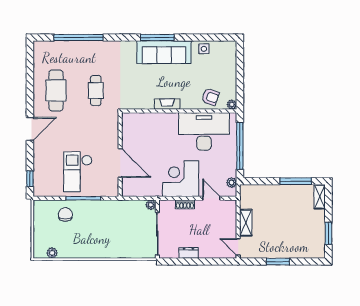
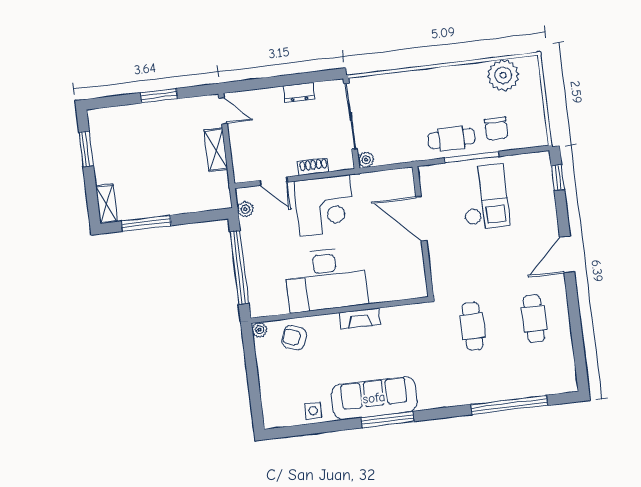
cafe table: (56, 90) -> (534, 319), width x0.73, depth x0.74
desk: (204, 131) -> (326, 280), moved
cafe table: (95, 212) -> (451, 138), added
plant: (52, 253) -> (503, 75), width x1.88, depth x1.88

